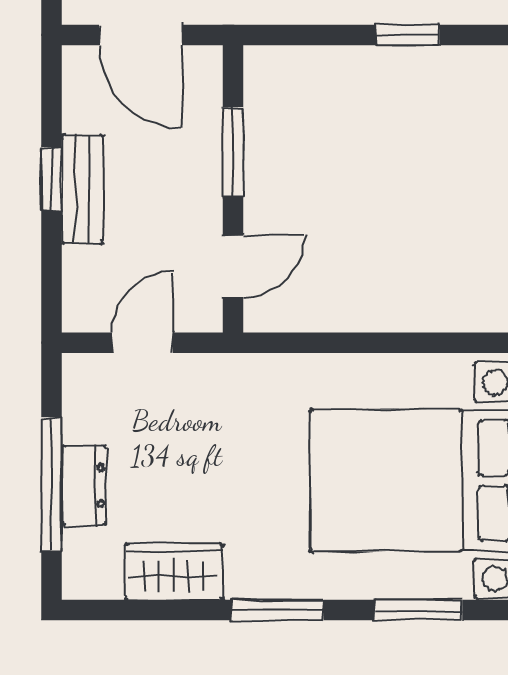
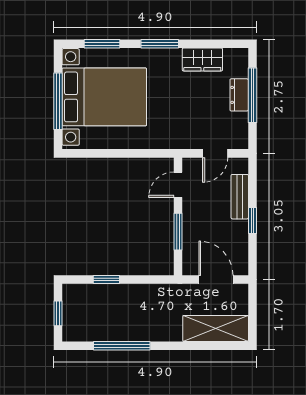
bench: (82, 189) -> (240, 197), moved

